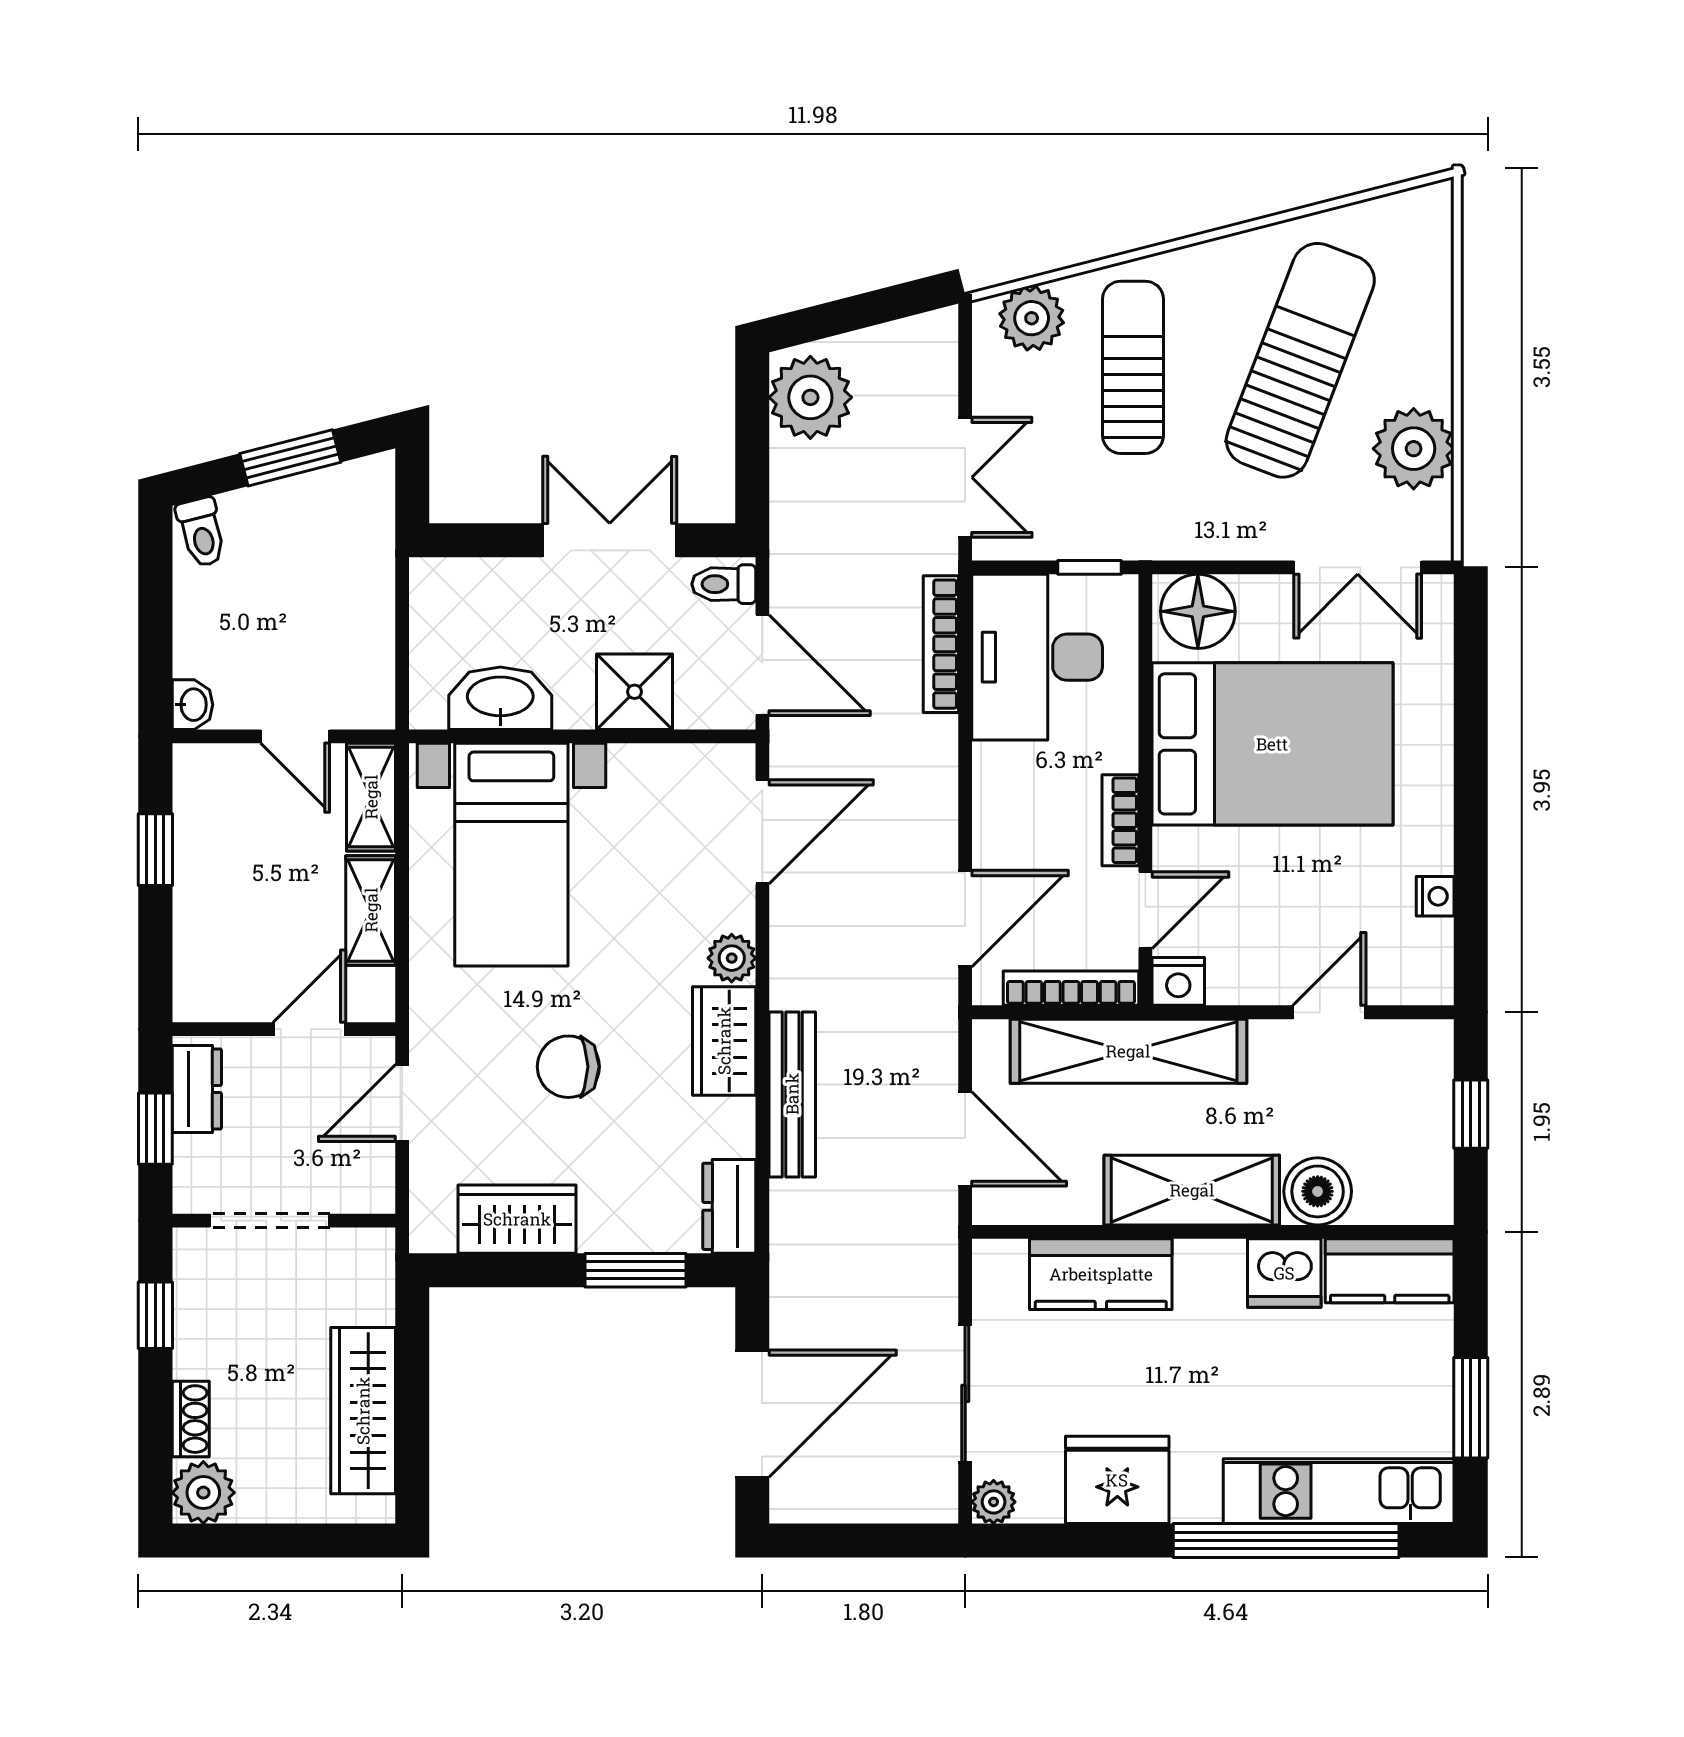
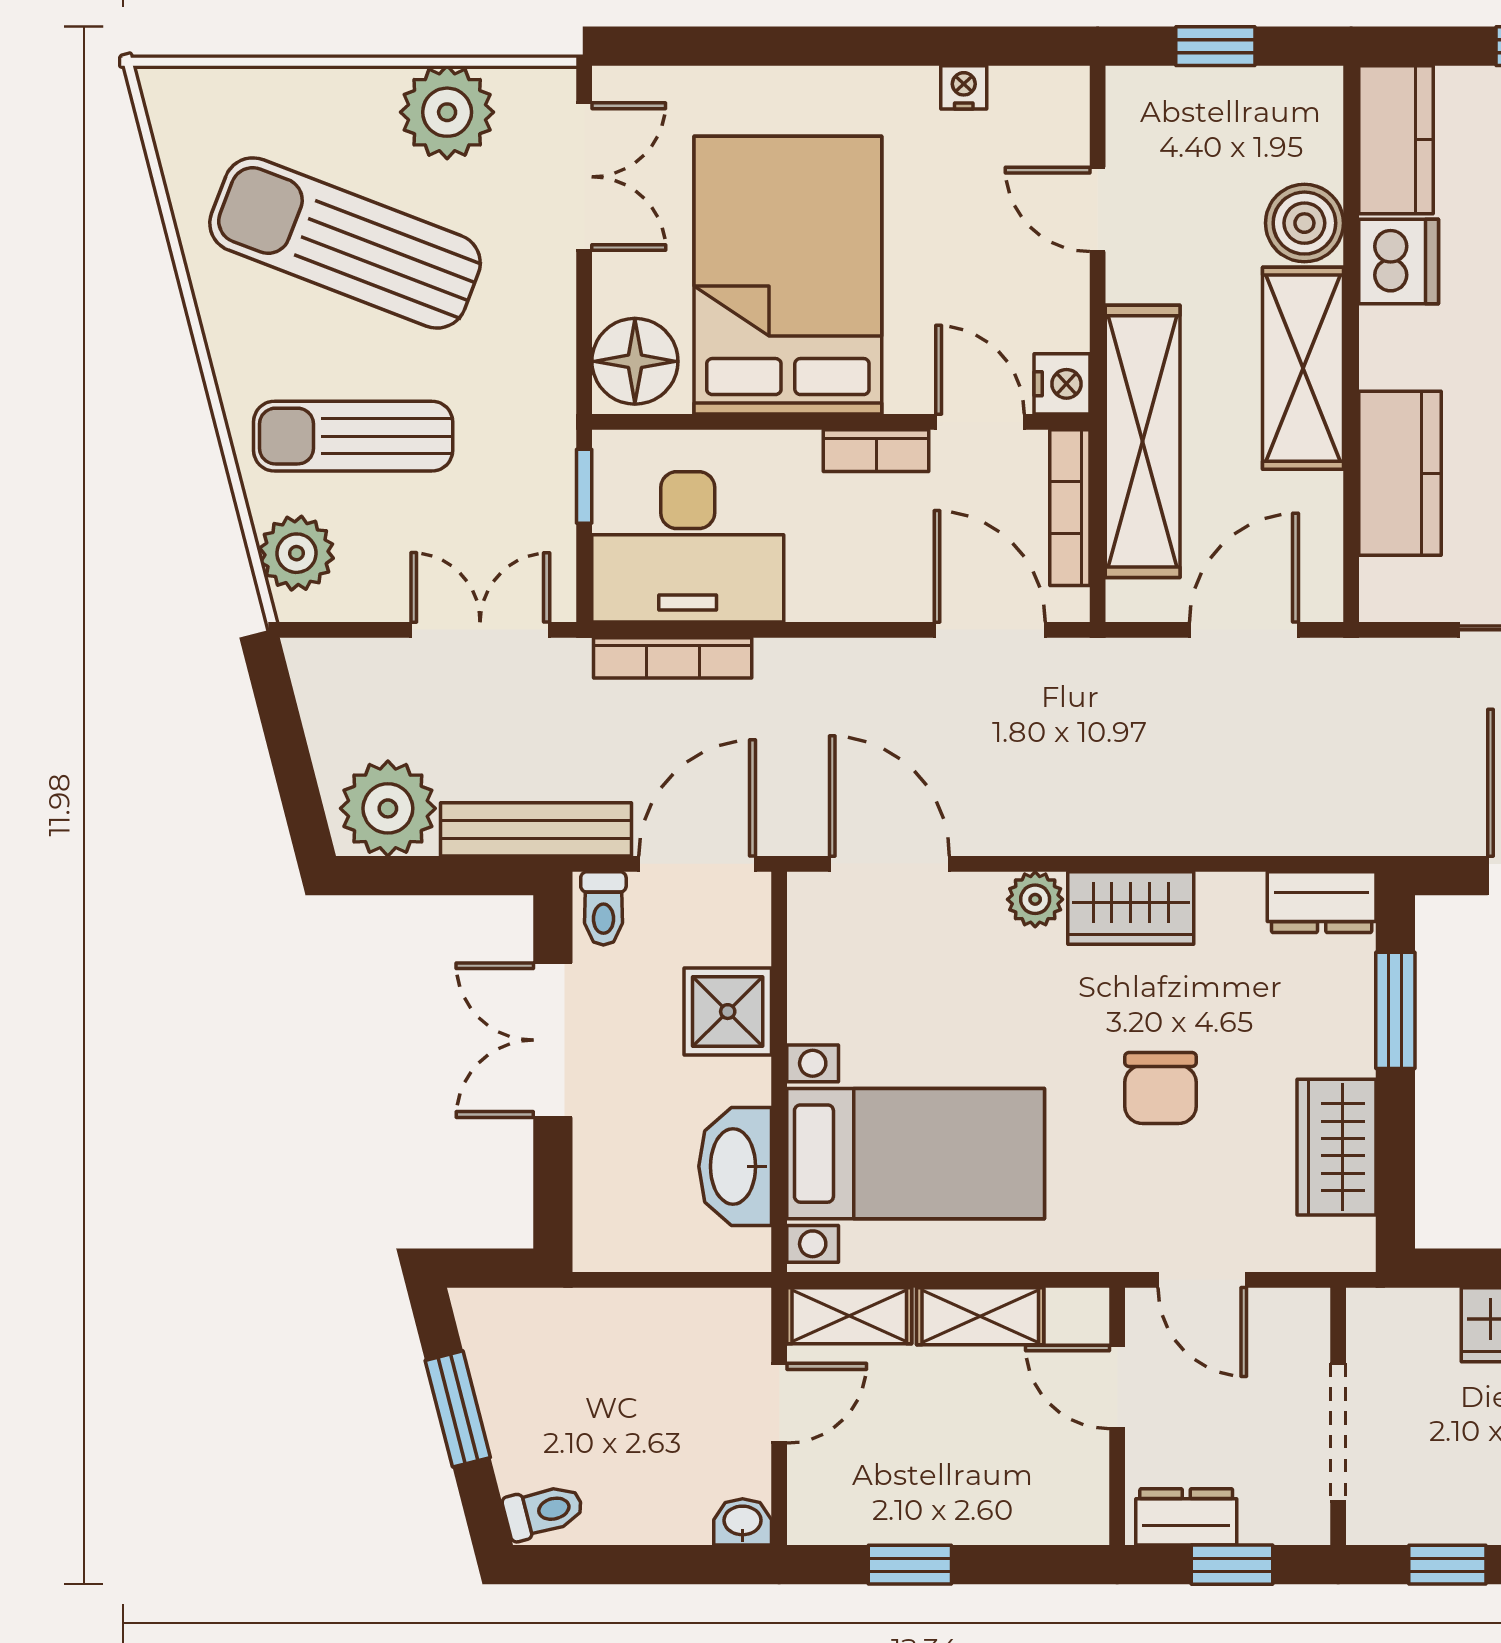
bench: (792, 1094) -> (536, 829), moved

